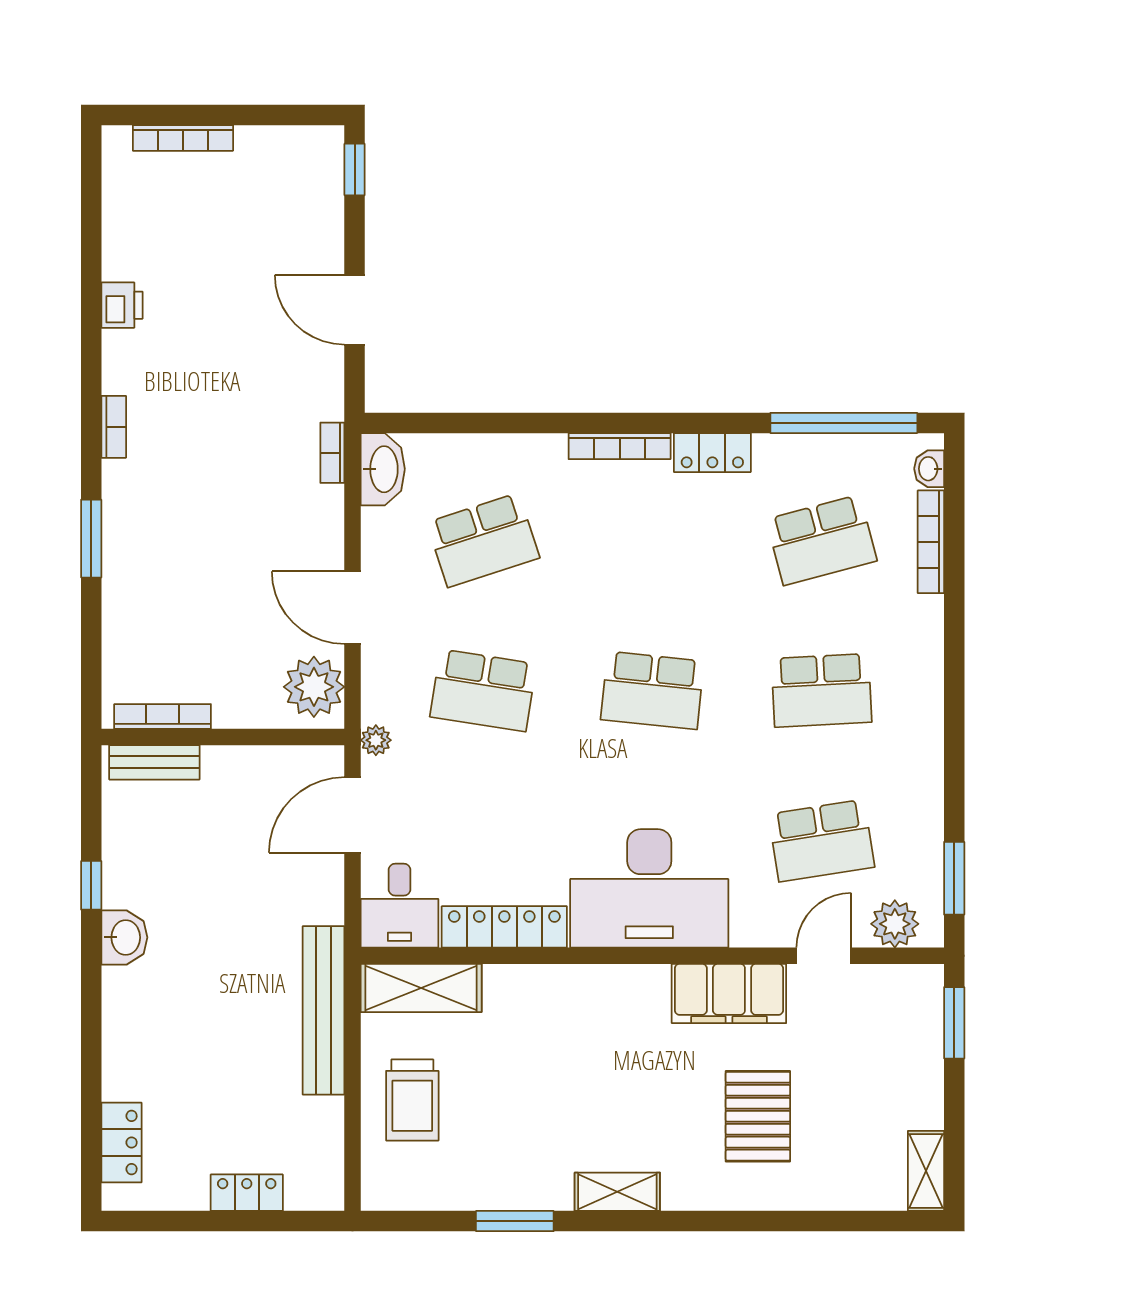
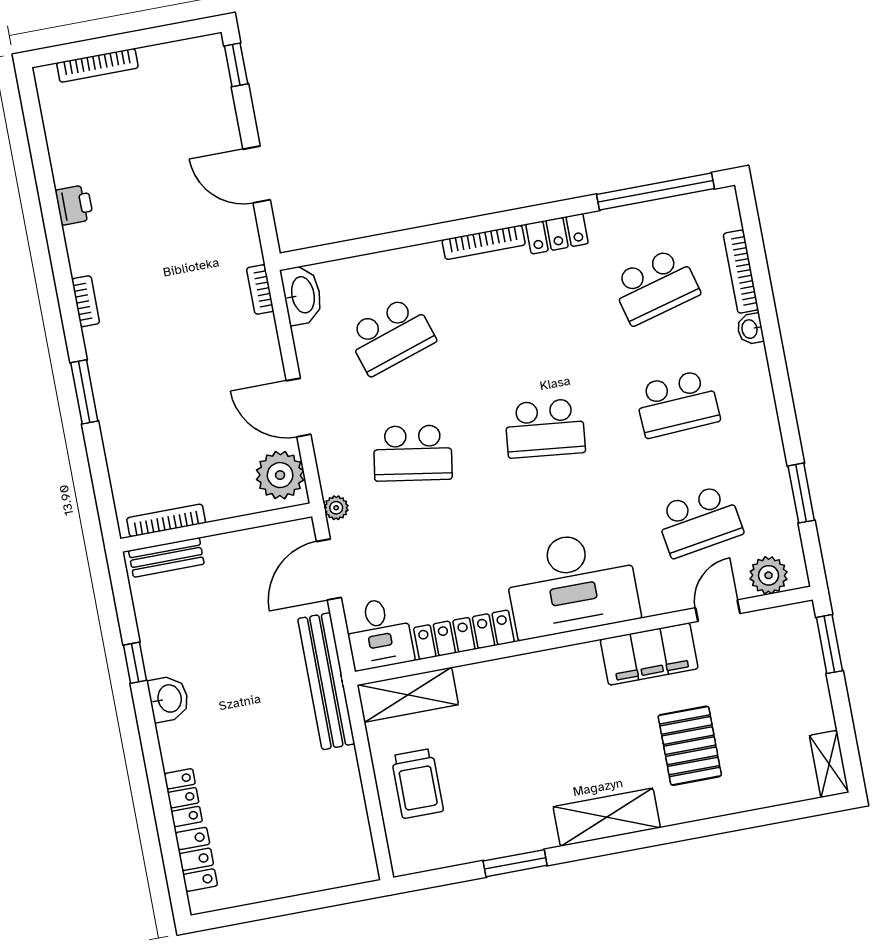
washbasin: (929, 469) -> (750, 329), moved
window: (954, 878) -> (801, 493), moved
bench: (323, 1010) -> (326, 681), moved
shelving: (617, 1192) -> (607, 817), width x1.50, depth x1.33
locker: (247, 1193) -> (183, 798), moved, turned 90

